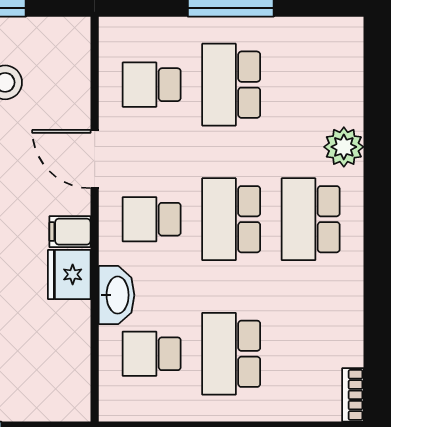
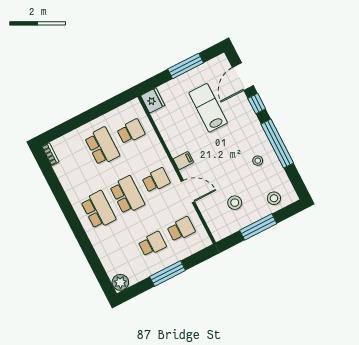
school desk: (231, 85) -> (152, 244), width x0.54
plant: (344, 147) -> (120, 282), moved
fridge: (69, 274) -> (153, 100), moved
washbasin: (116, 295) -> (155, 146), removed

